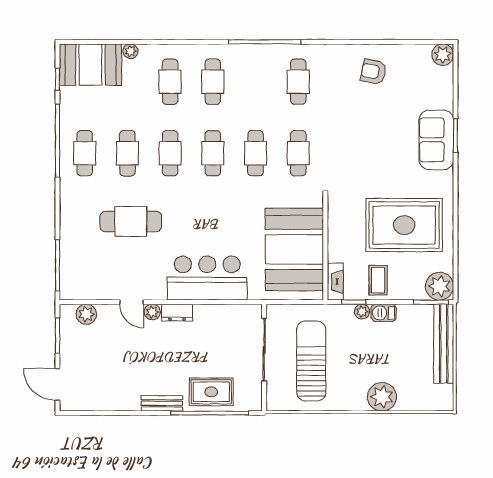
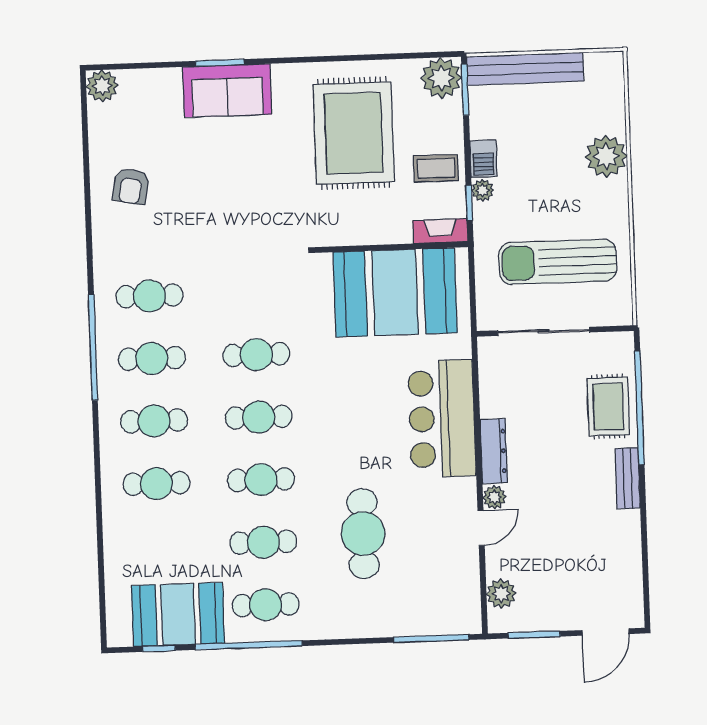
plant: (130, 51) -> (114, 543), removed
booth: (90, 65) -> (178, 614), moved, turned 90
cafe table: (298, 153) -> (152, 358), moved
dresser: (177, 313) -> (494, 451), width x1.44

